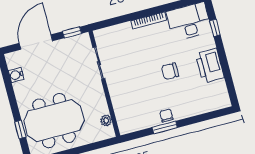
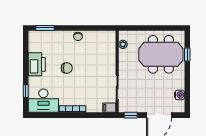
filing cabinet: (102, 35) -> (109, 108), added
window: (165, 127) -> (45, 28), moved

